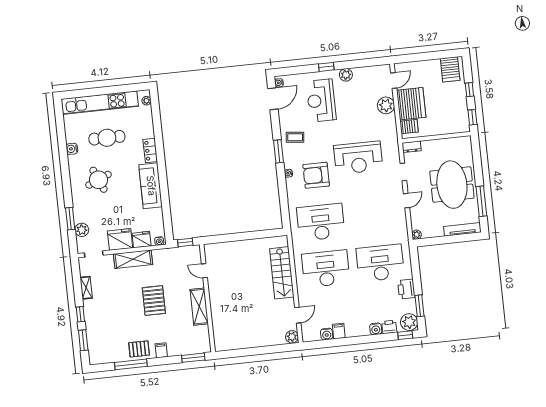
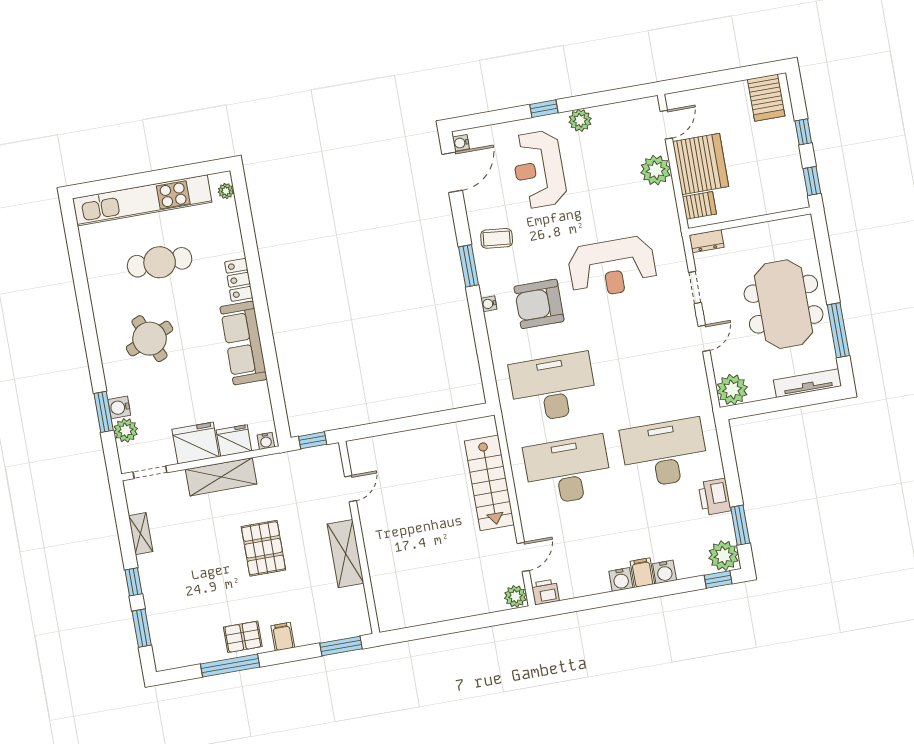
water cooler: (72, 149) -> (119, 407), moved
plant: (417, 235) -> (732, 390), width x1.87, depth x1.87
door: (204, 271) -> (350, 489), swing flipped
printer: (389, 327) -> (545, 592), moved
filing cabinet: (339, 331) -> (642, 573), moved
water cooler: (327, 334) -> (621, 579), moved

